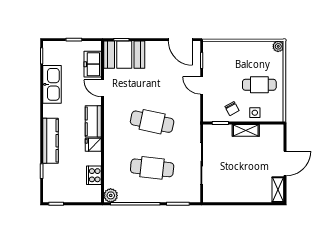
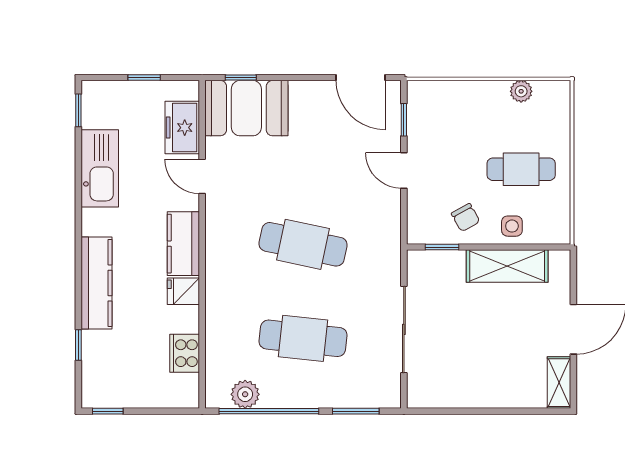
plant: (278, 46) -> (521, 91), moved
shelving: (246, 130) -> (507, 266), width x1.50, depth x1.33
plant: (111, 195) -> (245, 394), moved

